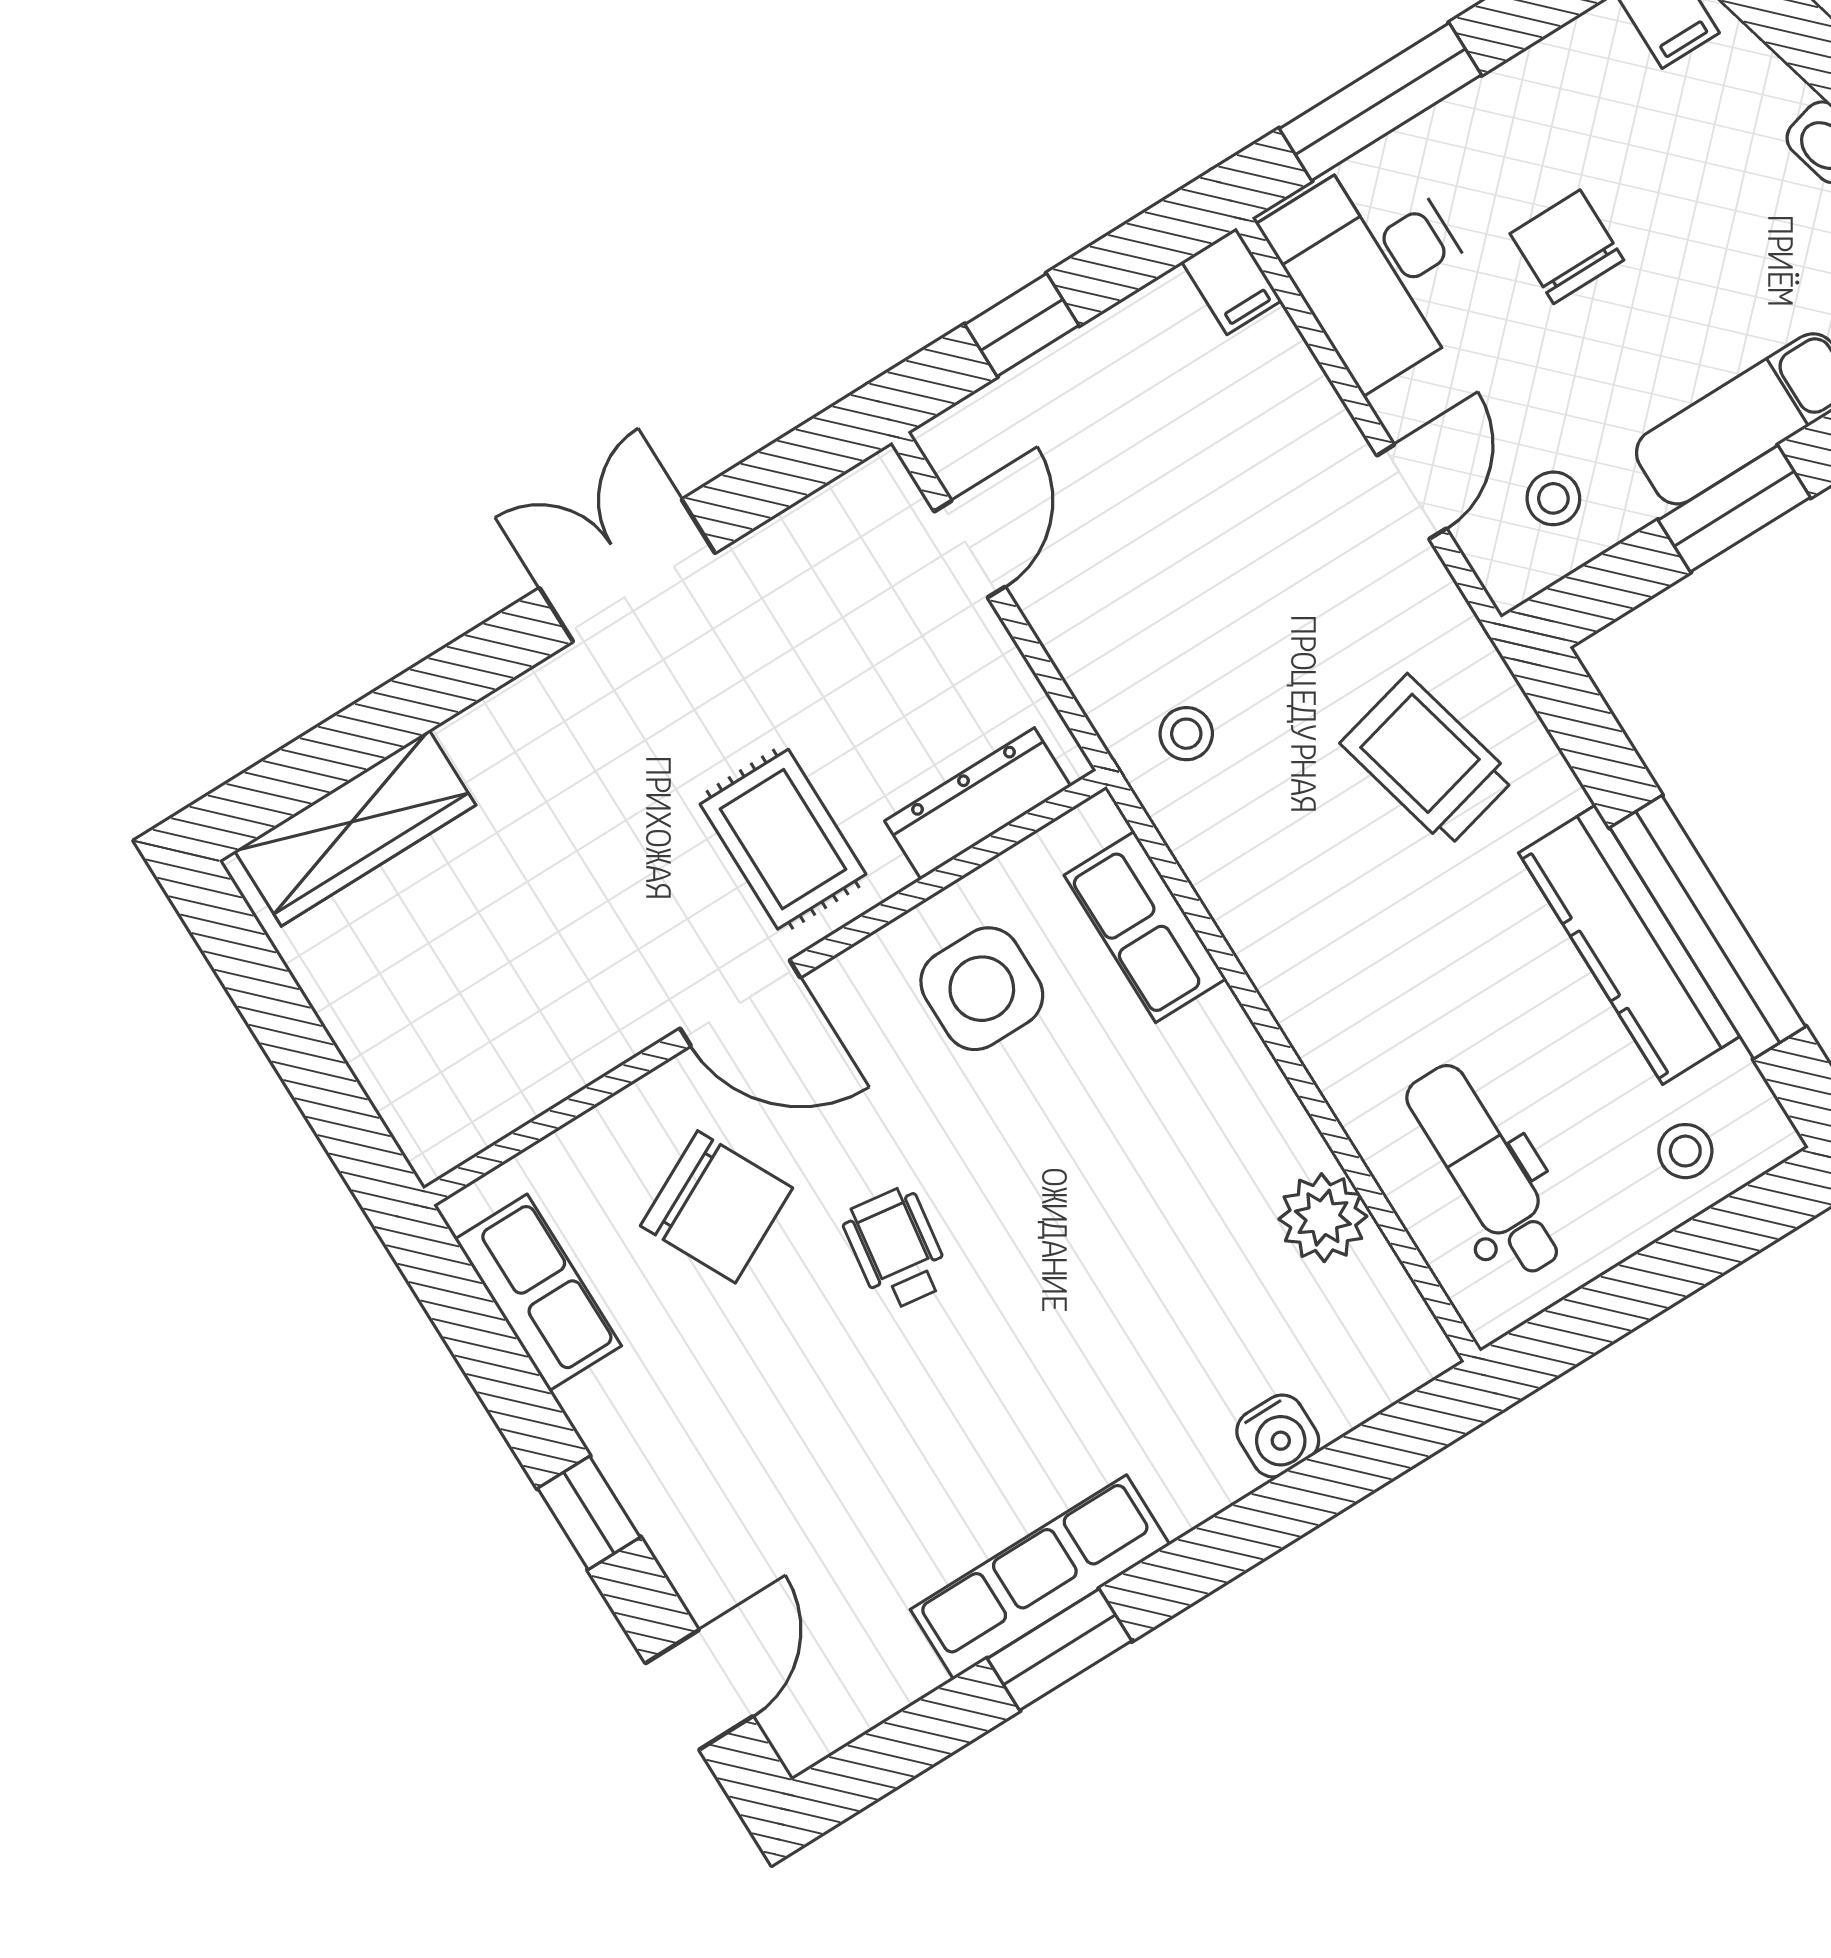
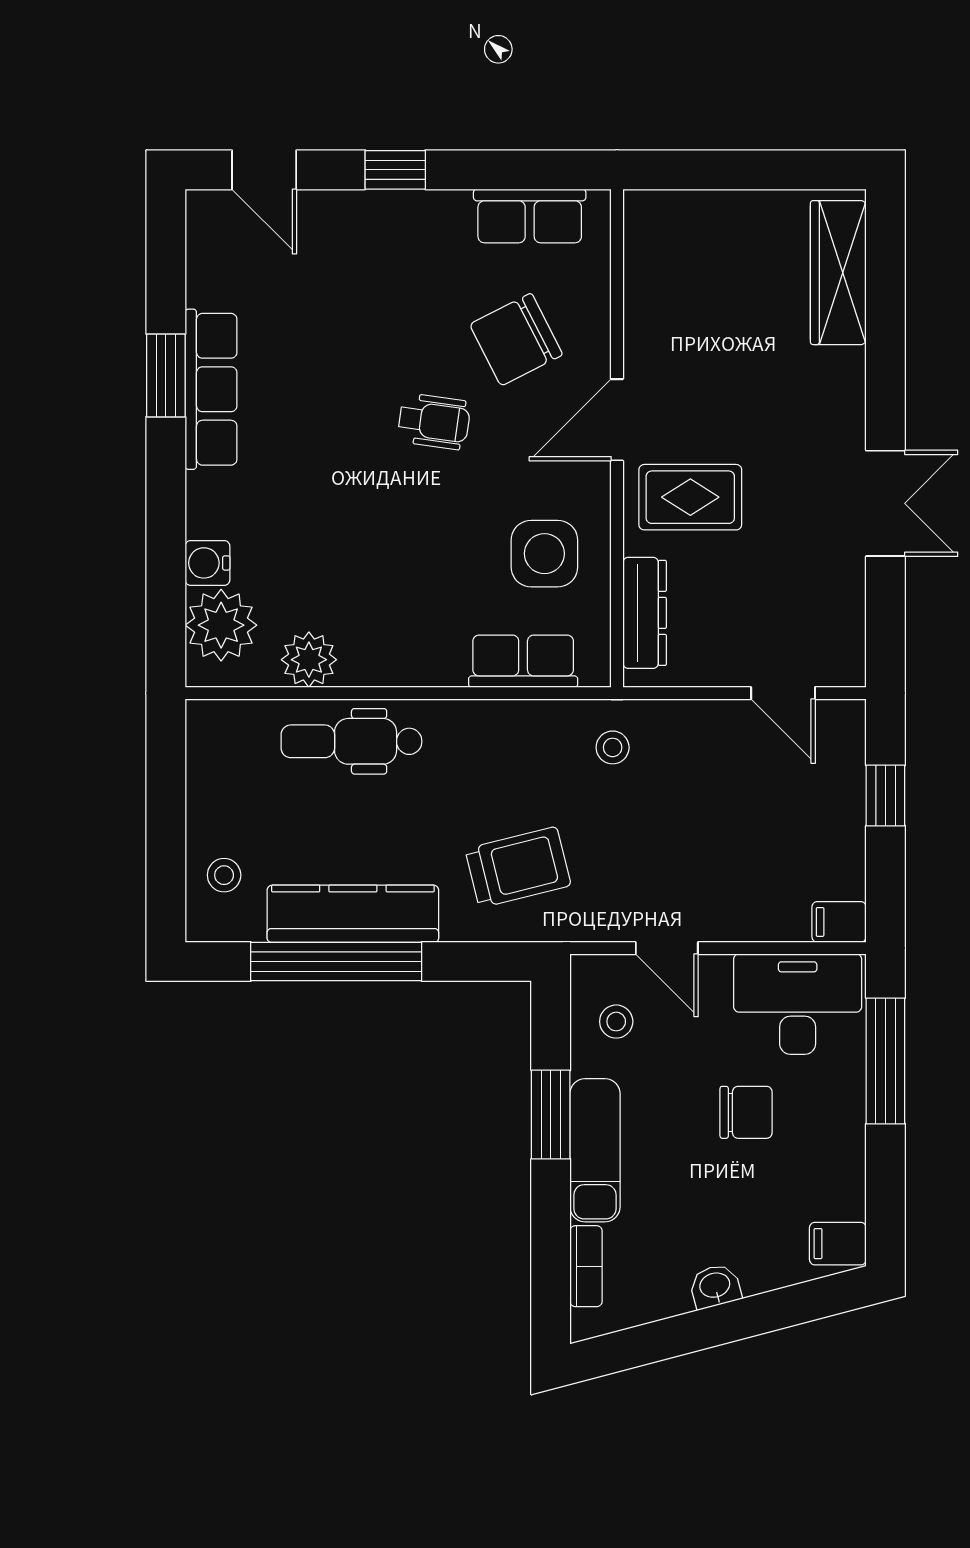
dental chair: (1486, 1170) -> (351, 741), moved, turned 180
plant: (1350, 1365) -> (221, 625), added

